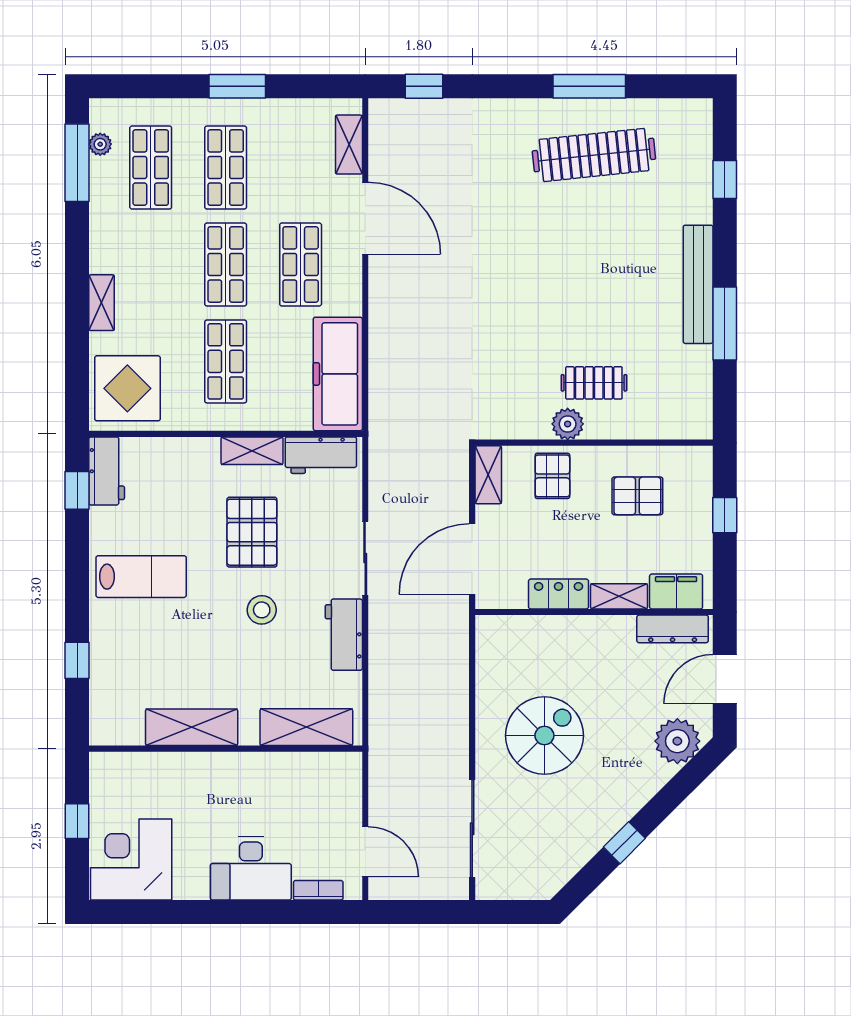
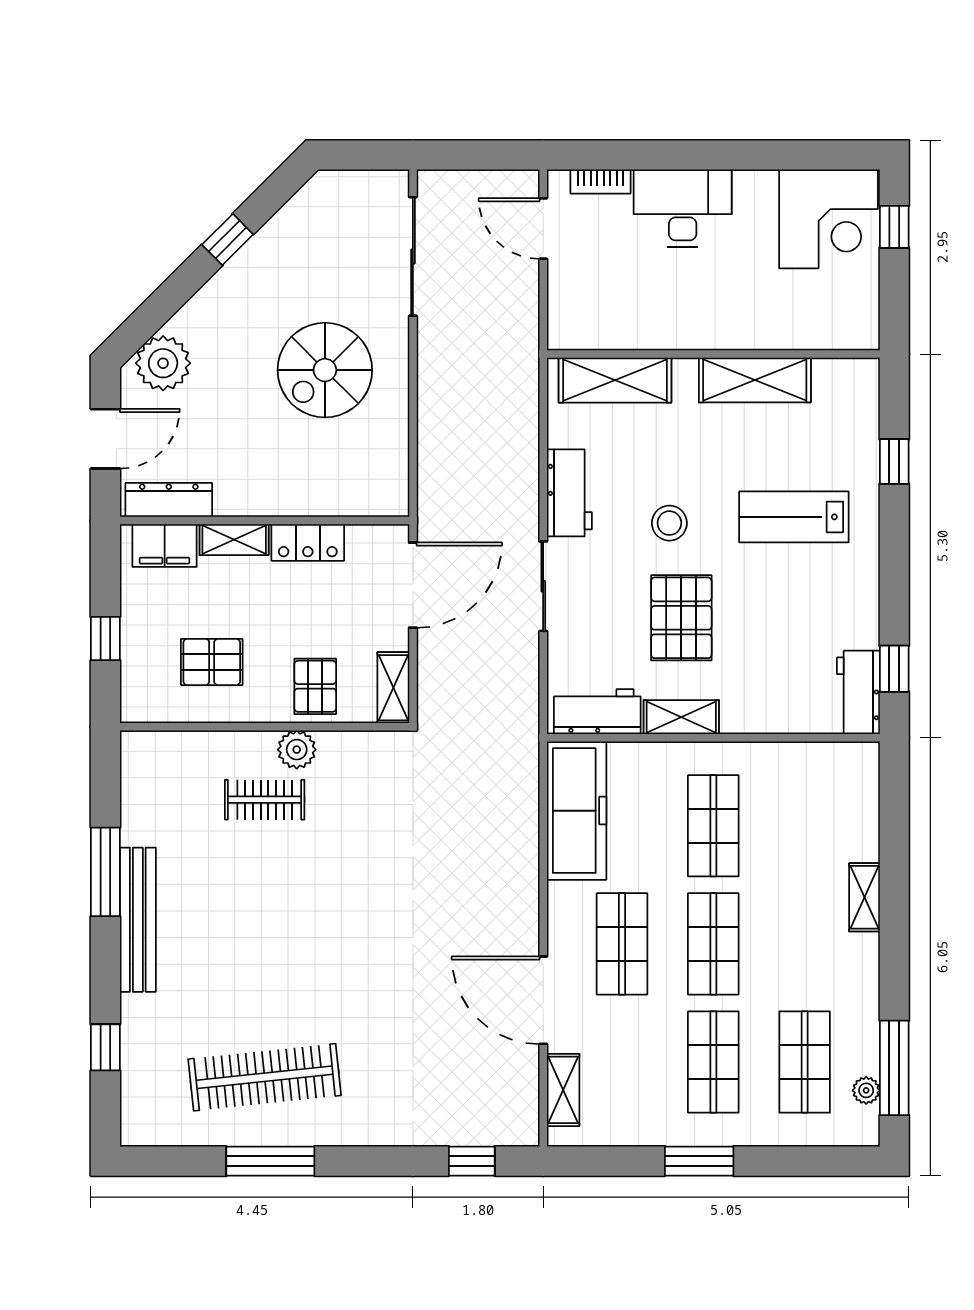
display table: (127, 388) -> (833, 793), removed
lab bench: (141, 577) -> (794, 517), moved
window: (77, 821) -> (894, 227), moved

